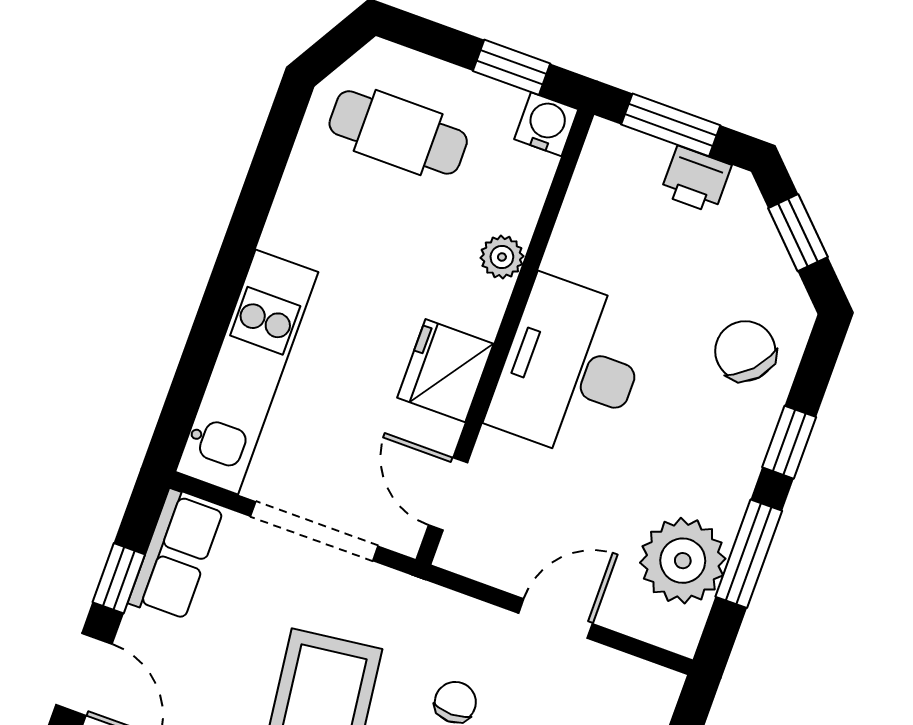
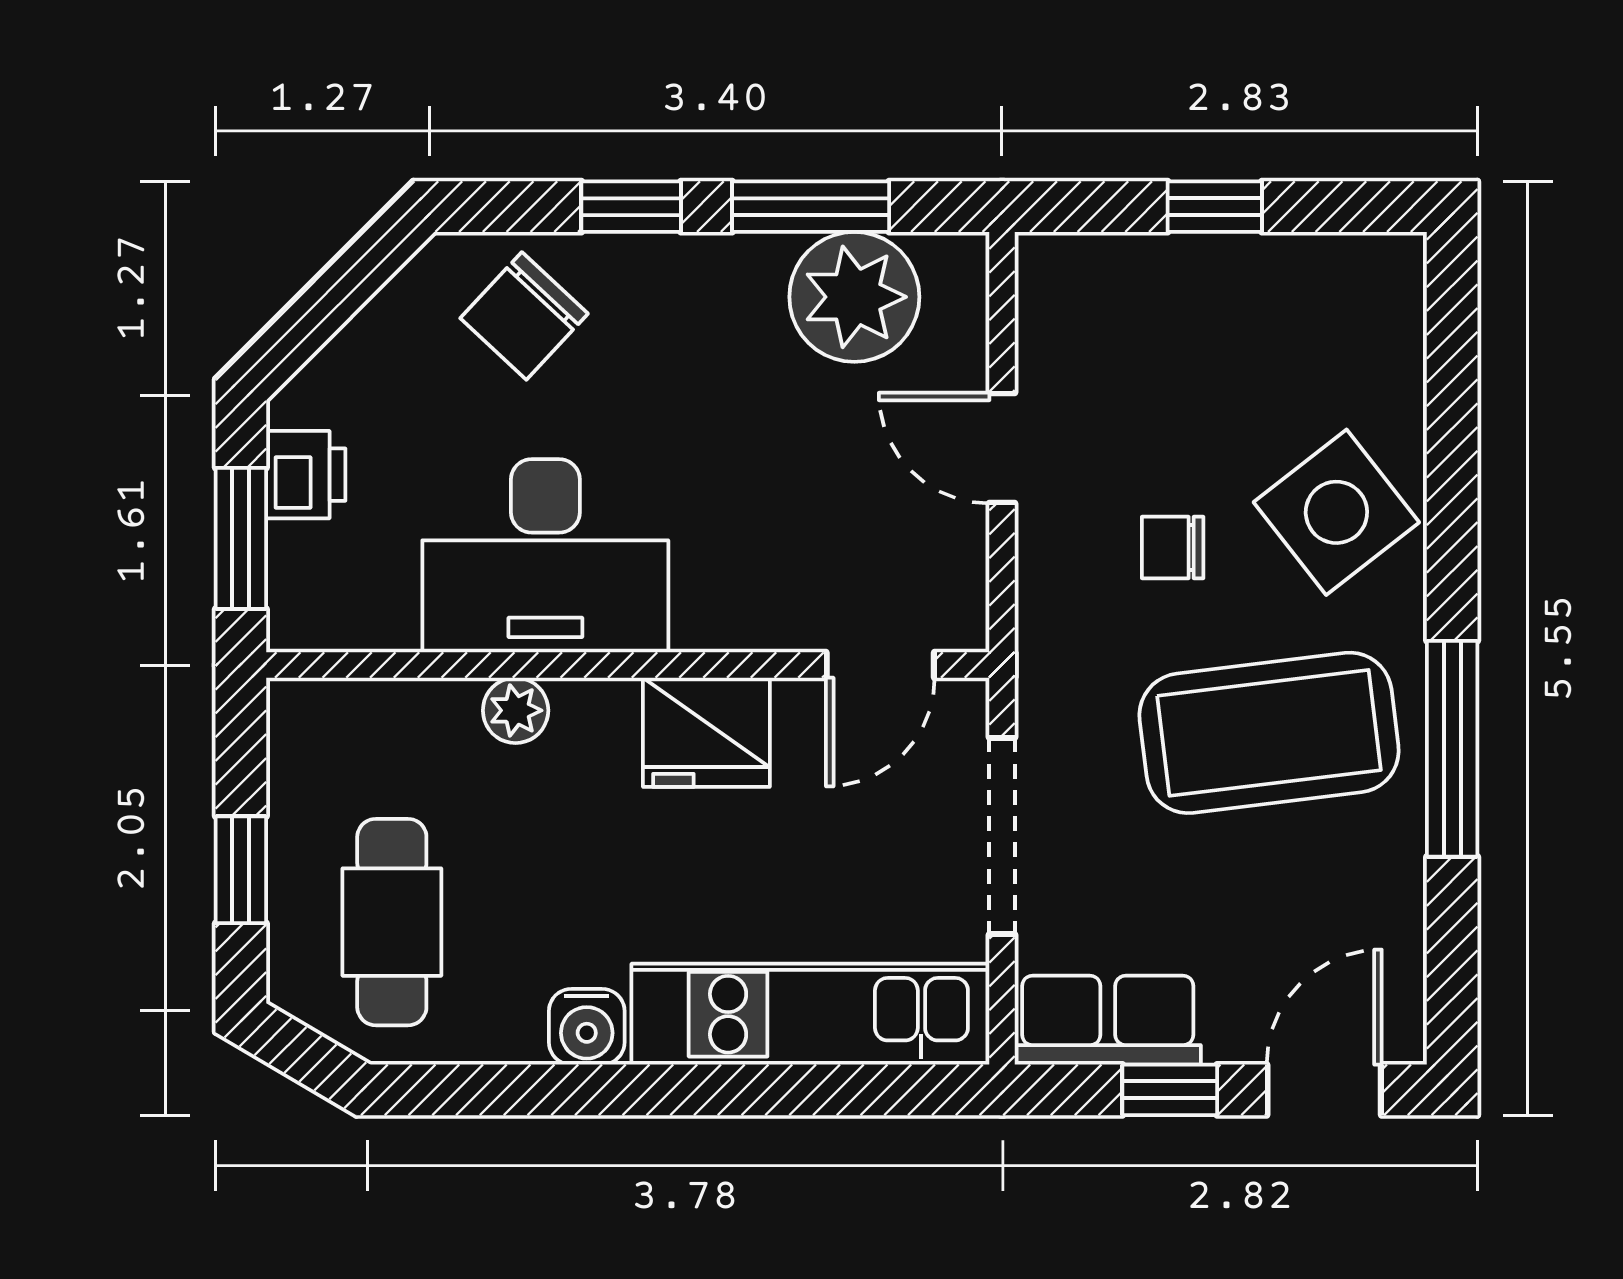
window: (512, 67) -> (241, 870), moved
water cooler: (546, 124) -> (587, 1027), moved, turned -90
window: (798, 233) -> (329, 302), removed
desk: (570, 368) -> (545, 556), moved

